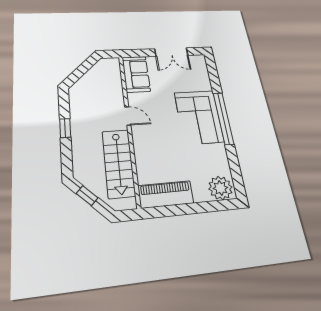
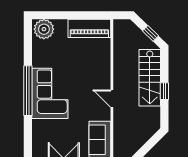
stairs: (119, 163) -> (150, 78), moved, turned 180

